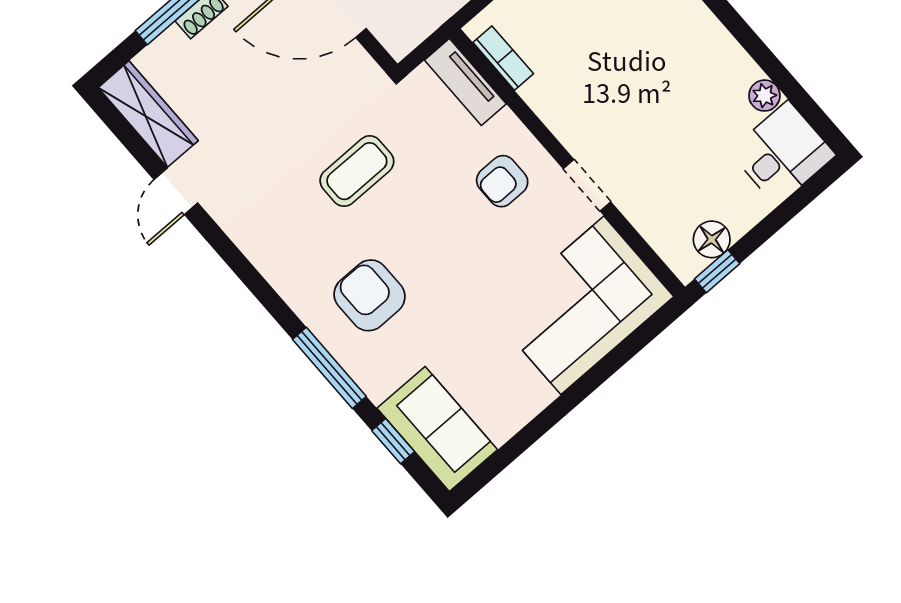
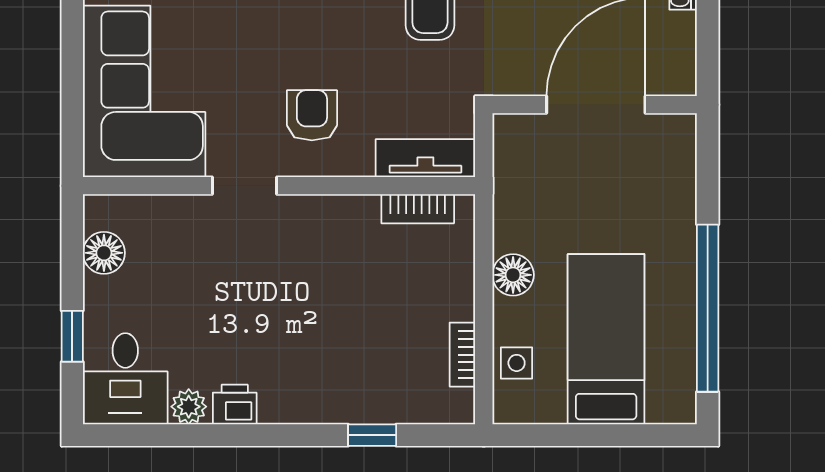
printer: (737, 67) -> (235, 405), added
window: (717, 271) -> (72, 336), moved

